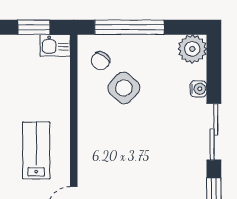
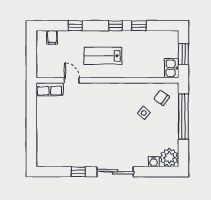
side table: (124, 88) -> (144, 113), width x0.54, depth x0.54
water cooler: (198, 89) -> (154, 162), moved
lab bench: (36, 150) -> (103, 56), turned 180

